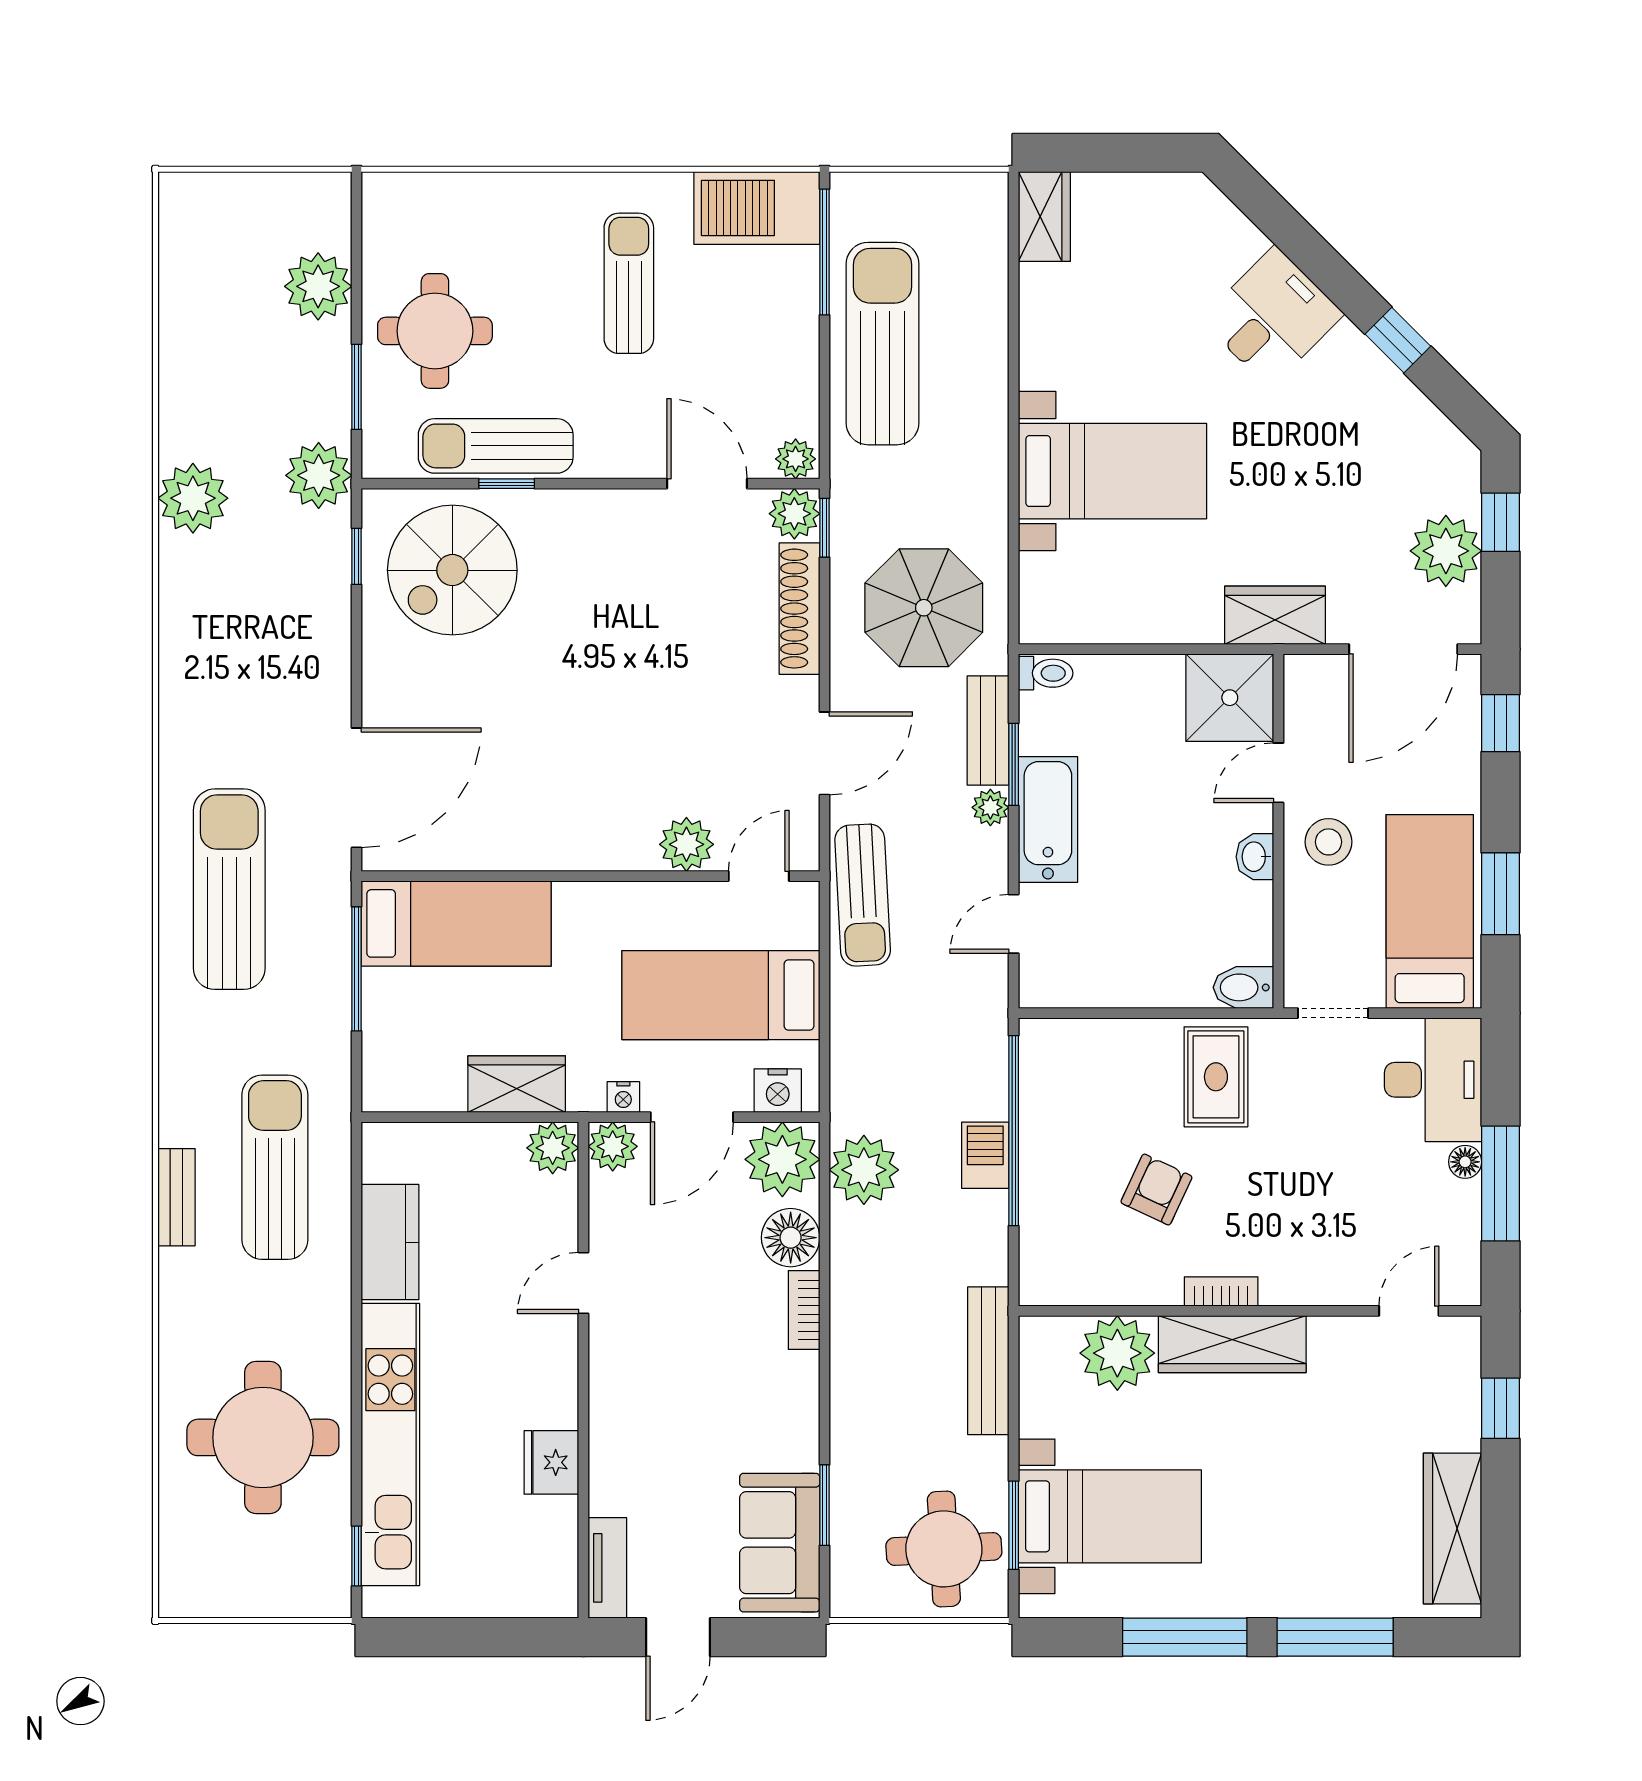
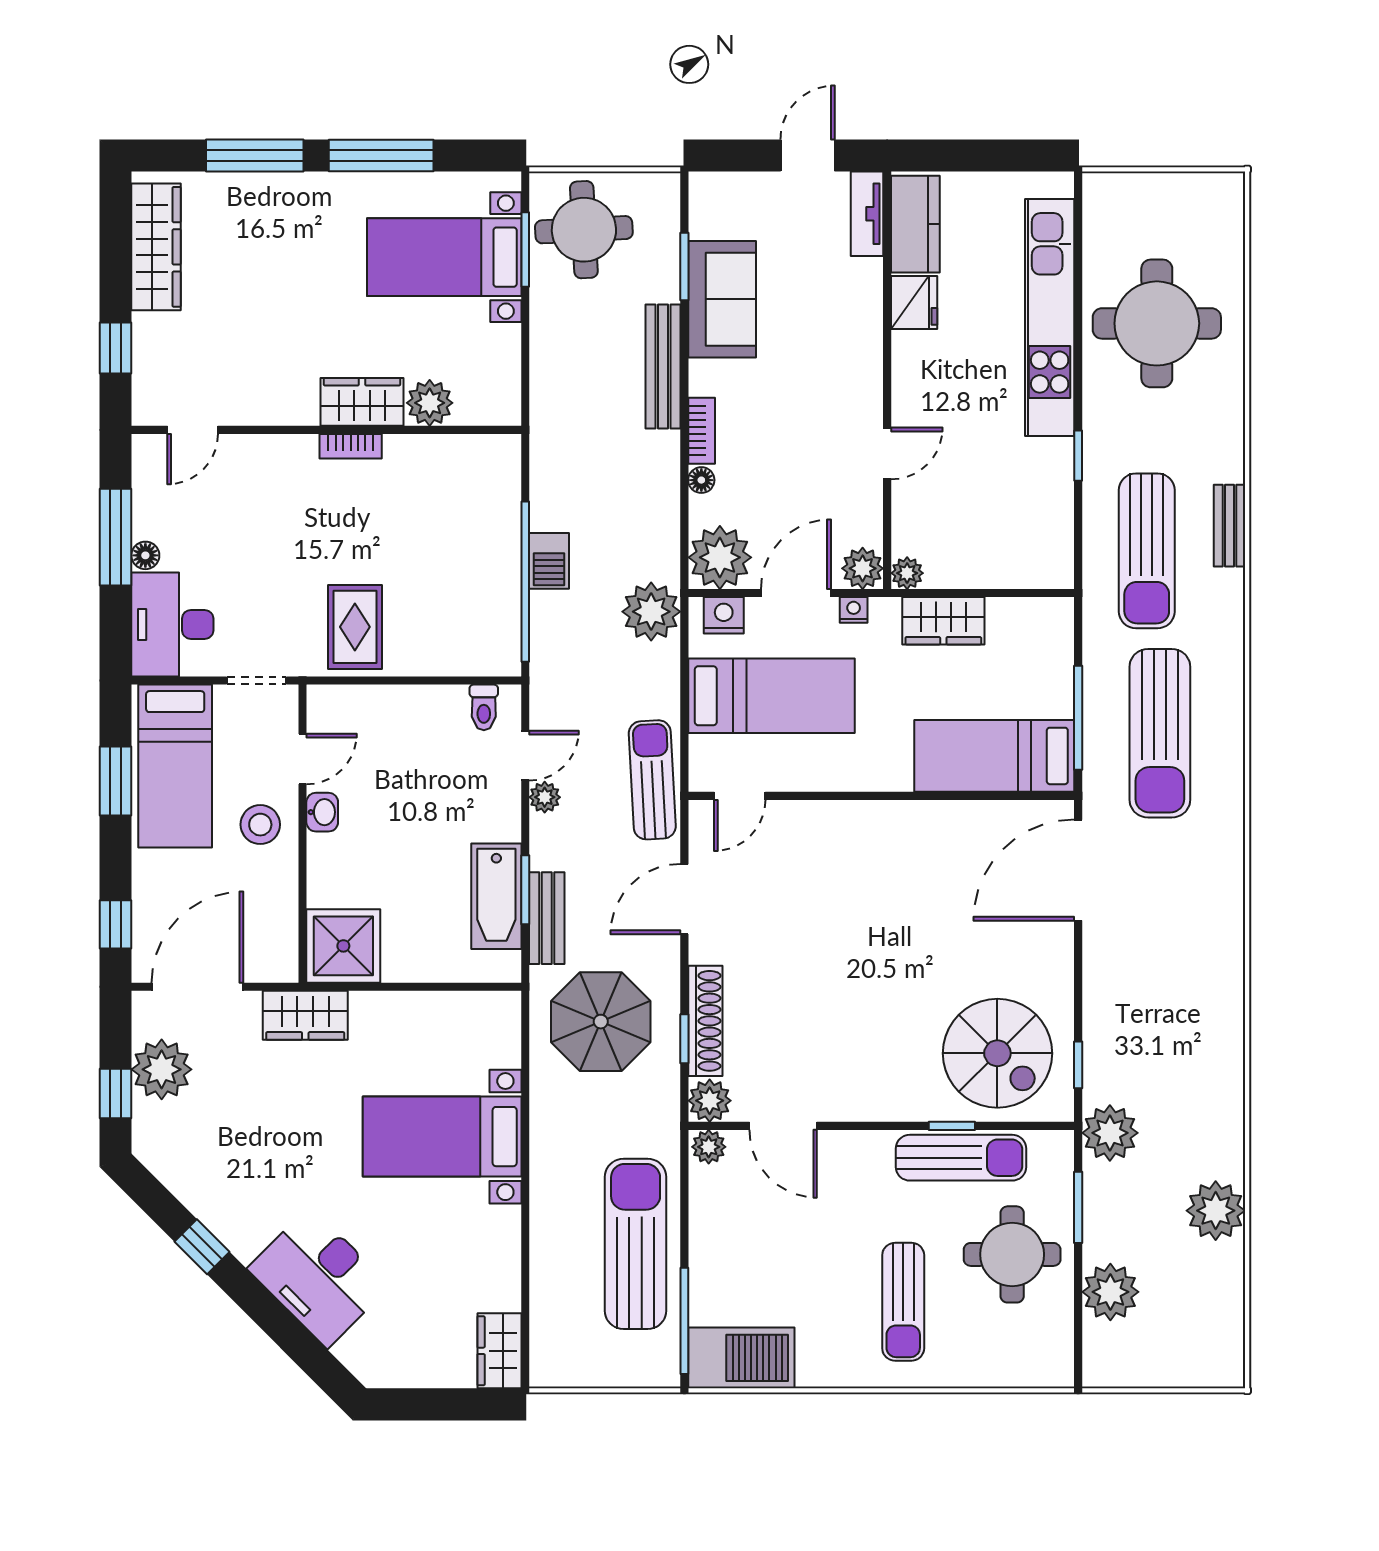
sun lounger: (629, 283) -> (903, 1302), moved
desk: (1272, 317) -> (319, 1277), width x1.37
sun lounger: (882, 344) -> (636, 1244), turned 180
plant: (193, 498) -> (1216, 1211), moved
window: (824, 528) -> (684, 1039), moved
spiral stairs: (452, 570) -> (997, 1053), turned 90
toilet: (1046, 673) -> (484, 707), moved, turned -90
door: (1278, 773) -> (303, 759), moved
plant: (990, 807) -> (545, 797), moved
bathtub: (1048, 819) -> (496, 896), moved
plant: (686, 844) -> (800, 823), removed
sun lounger: (229, 889) -> (1160, 733), moved
bidet: (1243, 987) -> (332, 702), removed
plant: (553, 1148) -> (907, 573), width x0.73, depth x0.73
plant: (864, 1170) -> (651, 612), moved
armchair: (1156, 1190) -> (405, 532), removed
floor lamp: (791, 1238) -> (701, 480), width x0.53, depth x0.53
kitchen counter: (390, 1242) -> (915, 224), moved, turned 180
wardrobe: (1232, 1344) -> (362, 402), width x0.67
plant: (1117, 1353) -> (430, 403), width x0.73, depth x0.73
bench: (988, 1361) -> (663, 366), moved
sofa: (780, 1543) -> (722, 299), moved
window: (356, 1556) -> (1078, 456), moved

